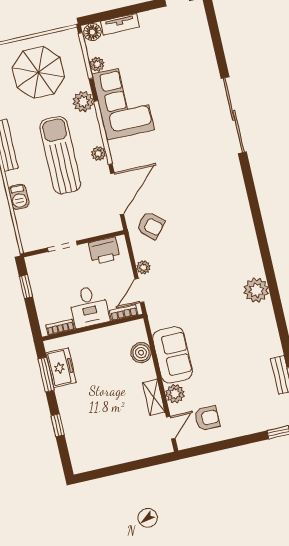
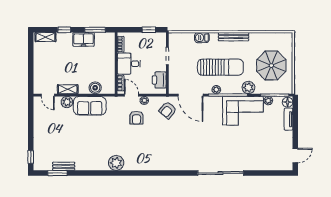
freezer: (61, 368) -> (84, 39), moved
armchair: (207, 418) -> (136, 118), moved
shelving: (77, 453) -> (45, 37), added

